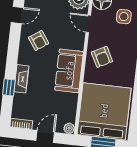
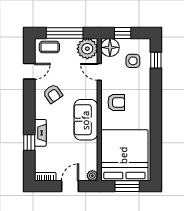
armchair: (102, 57) -> (116, 102), turned -62

